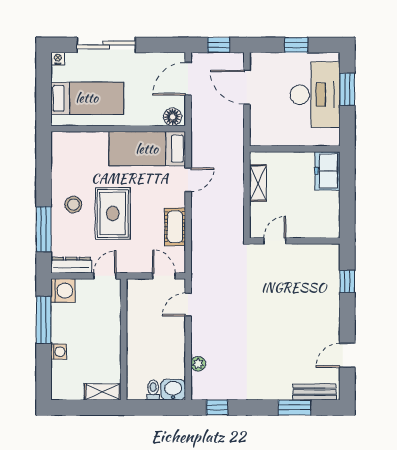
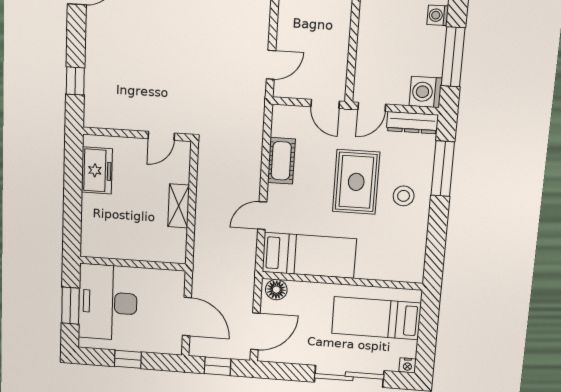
wall: (295, 149) -> (133, 264), moved
freezer: (327, 171) -> (97, 171), moved
door: (164, 276) -> (325, 104), moved

